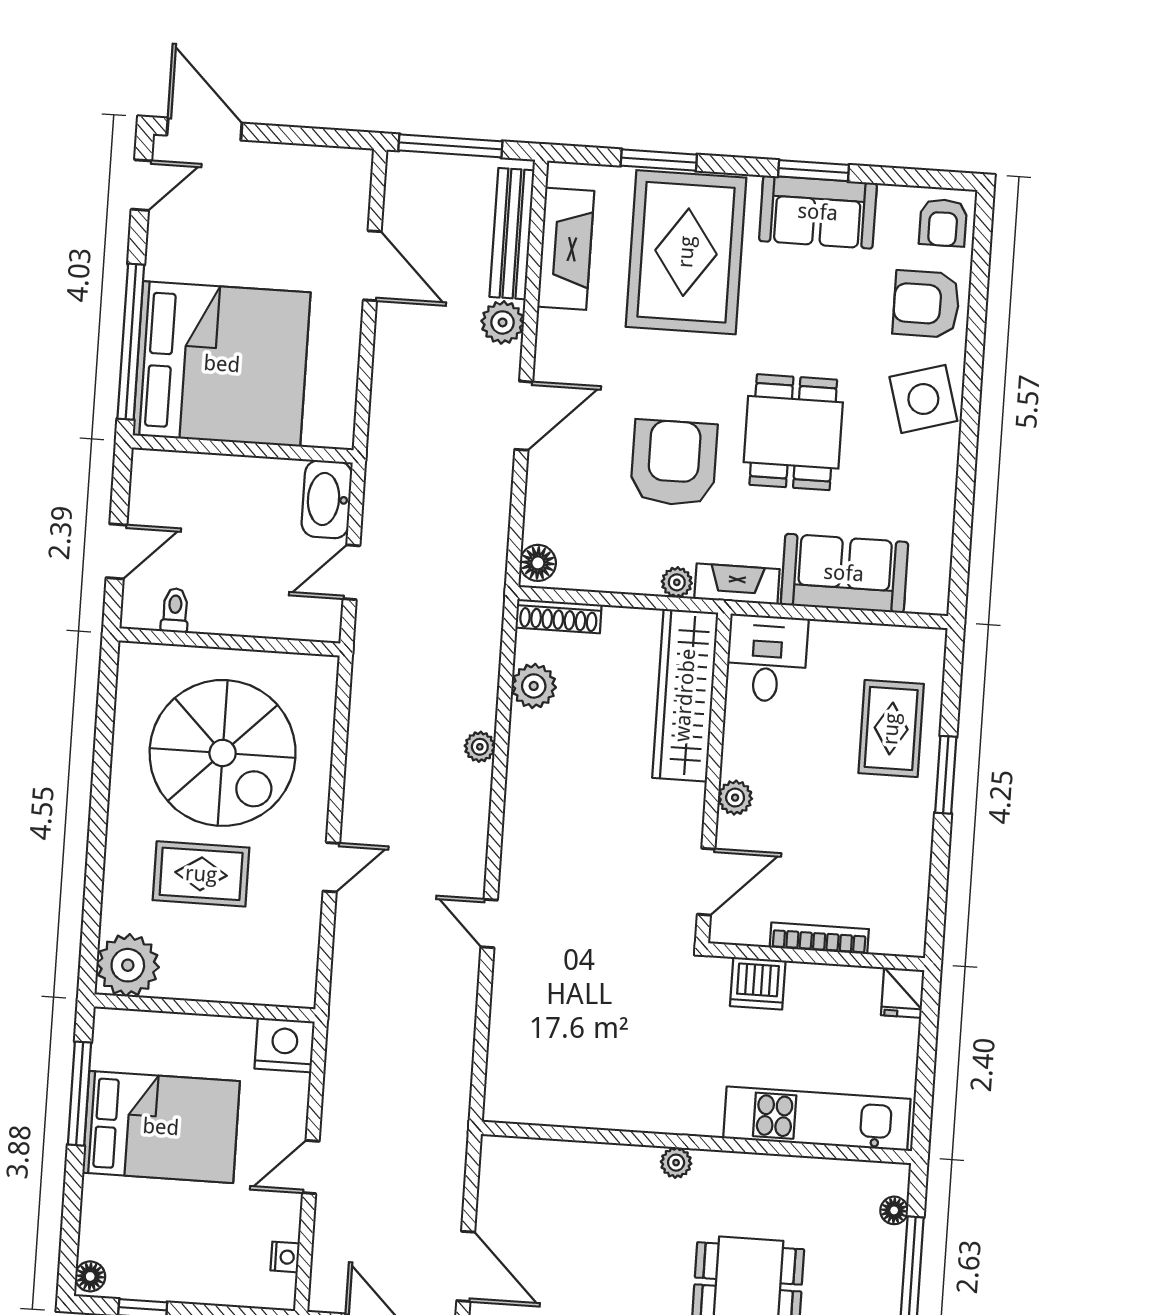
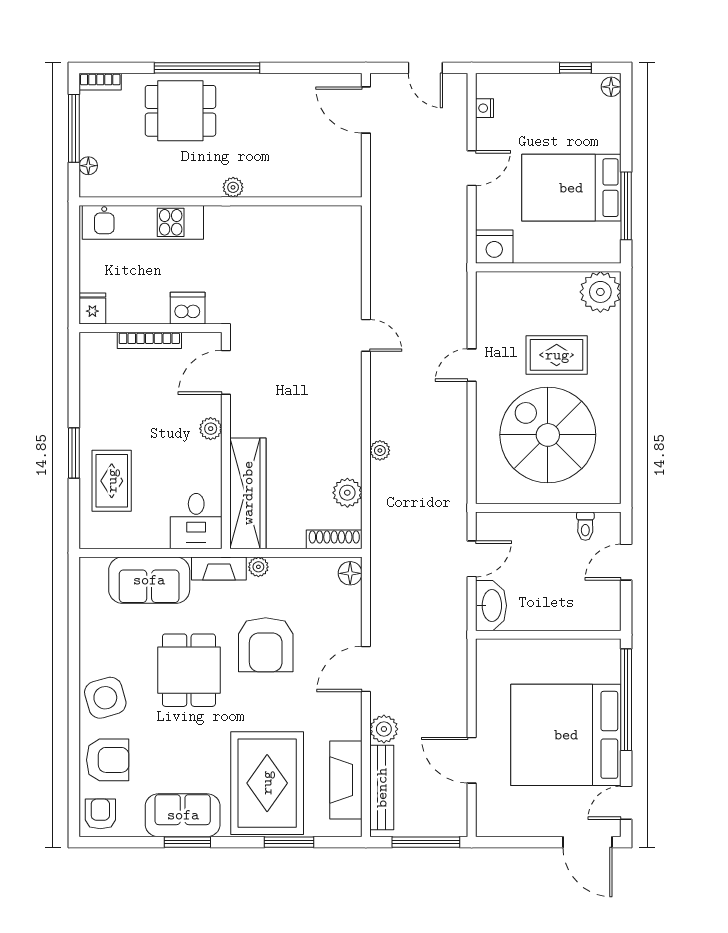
bed: (222, 364) -> (566, 735), moved

